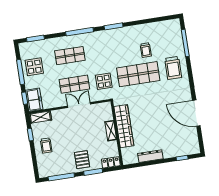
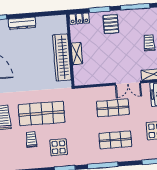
display table: (104, 81) -> (59, 147), moved
double door: (79, 105) -> (128, 83), moved
dresser: (150, 156) -> (22, 23), moved

